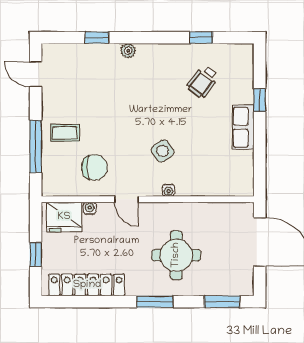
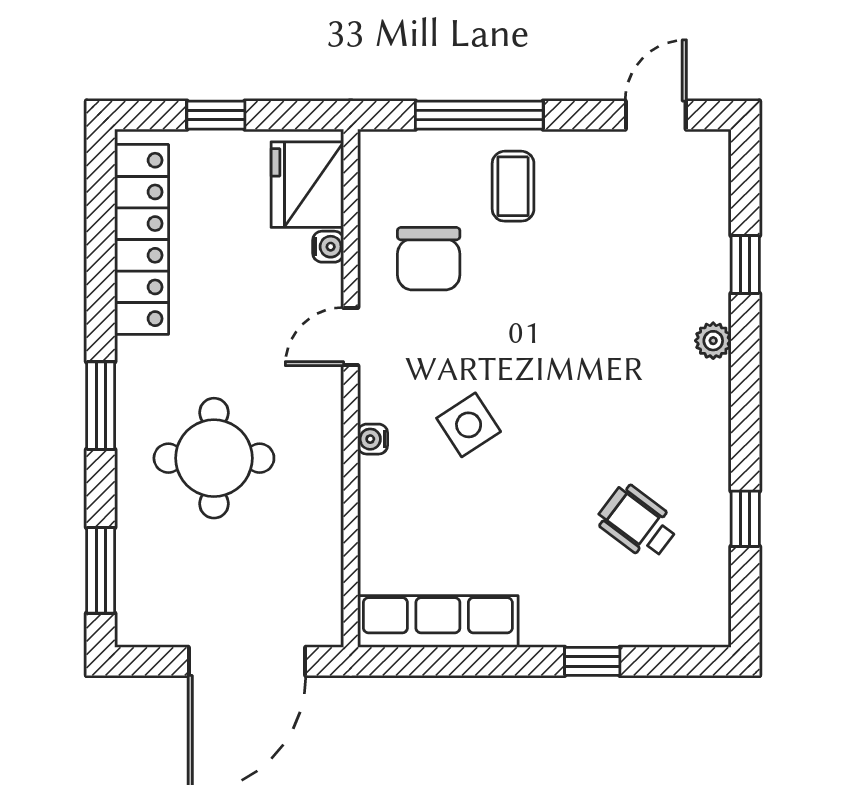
row of seats: (243, 127) -> (438, 621), moved, width x1.48

